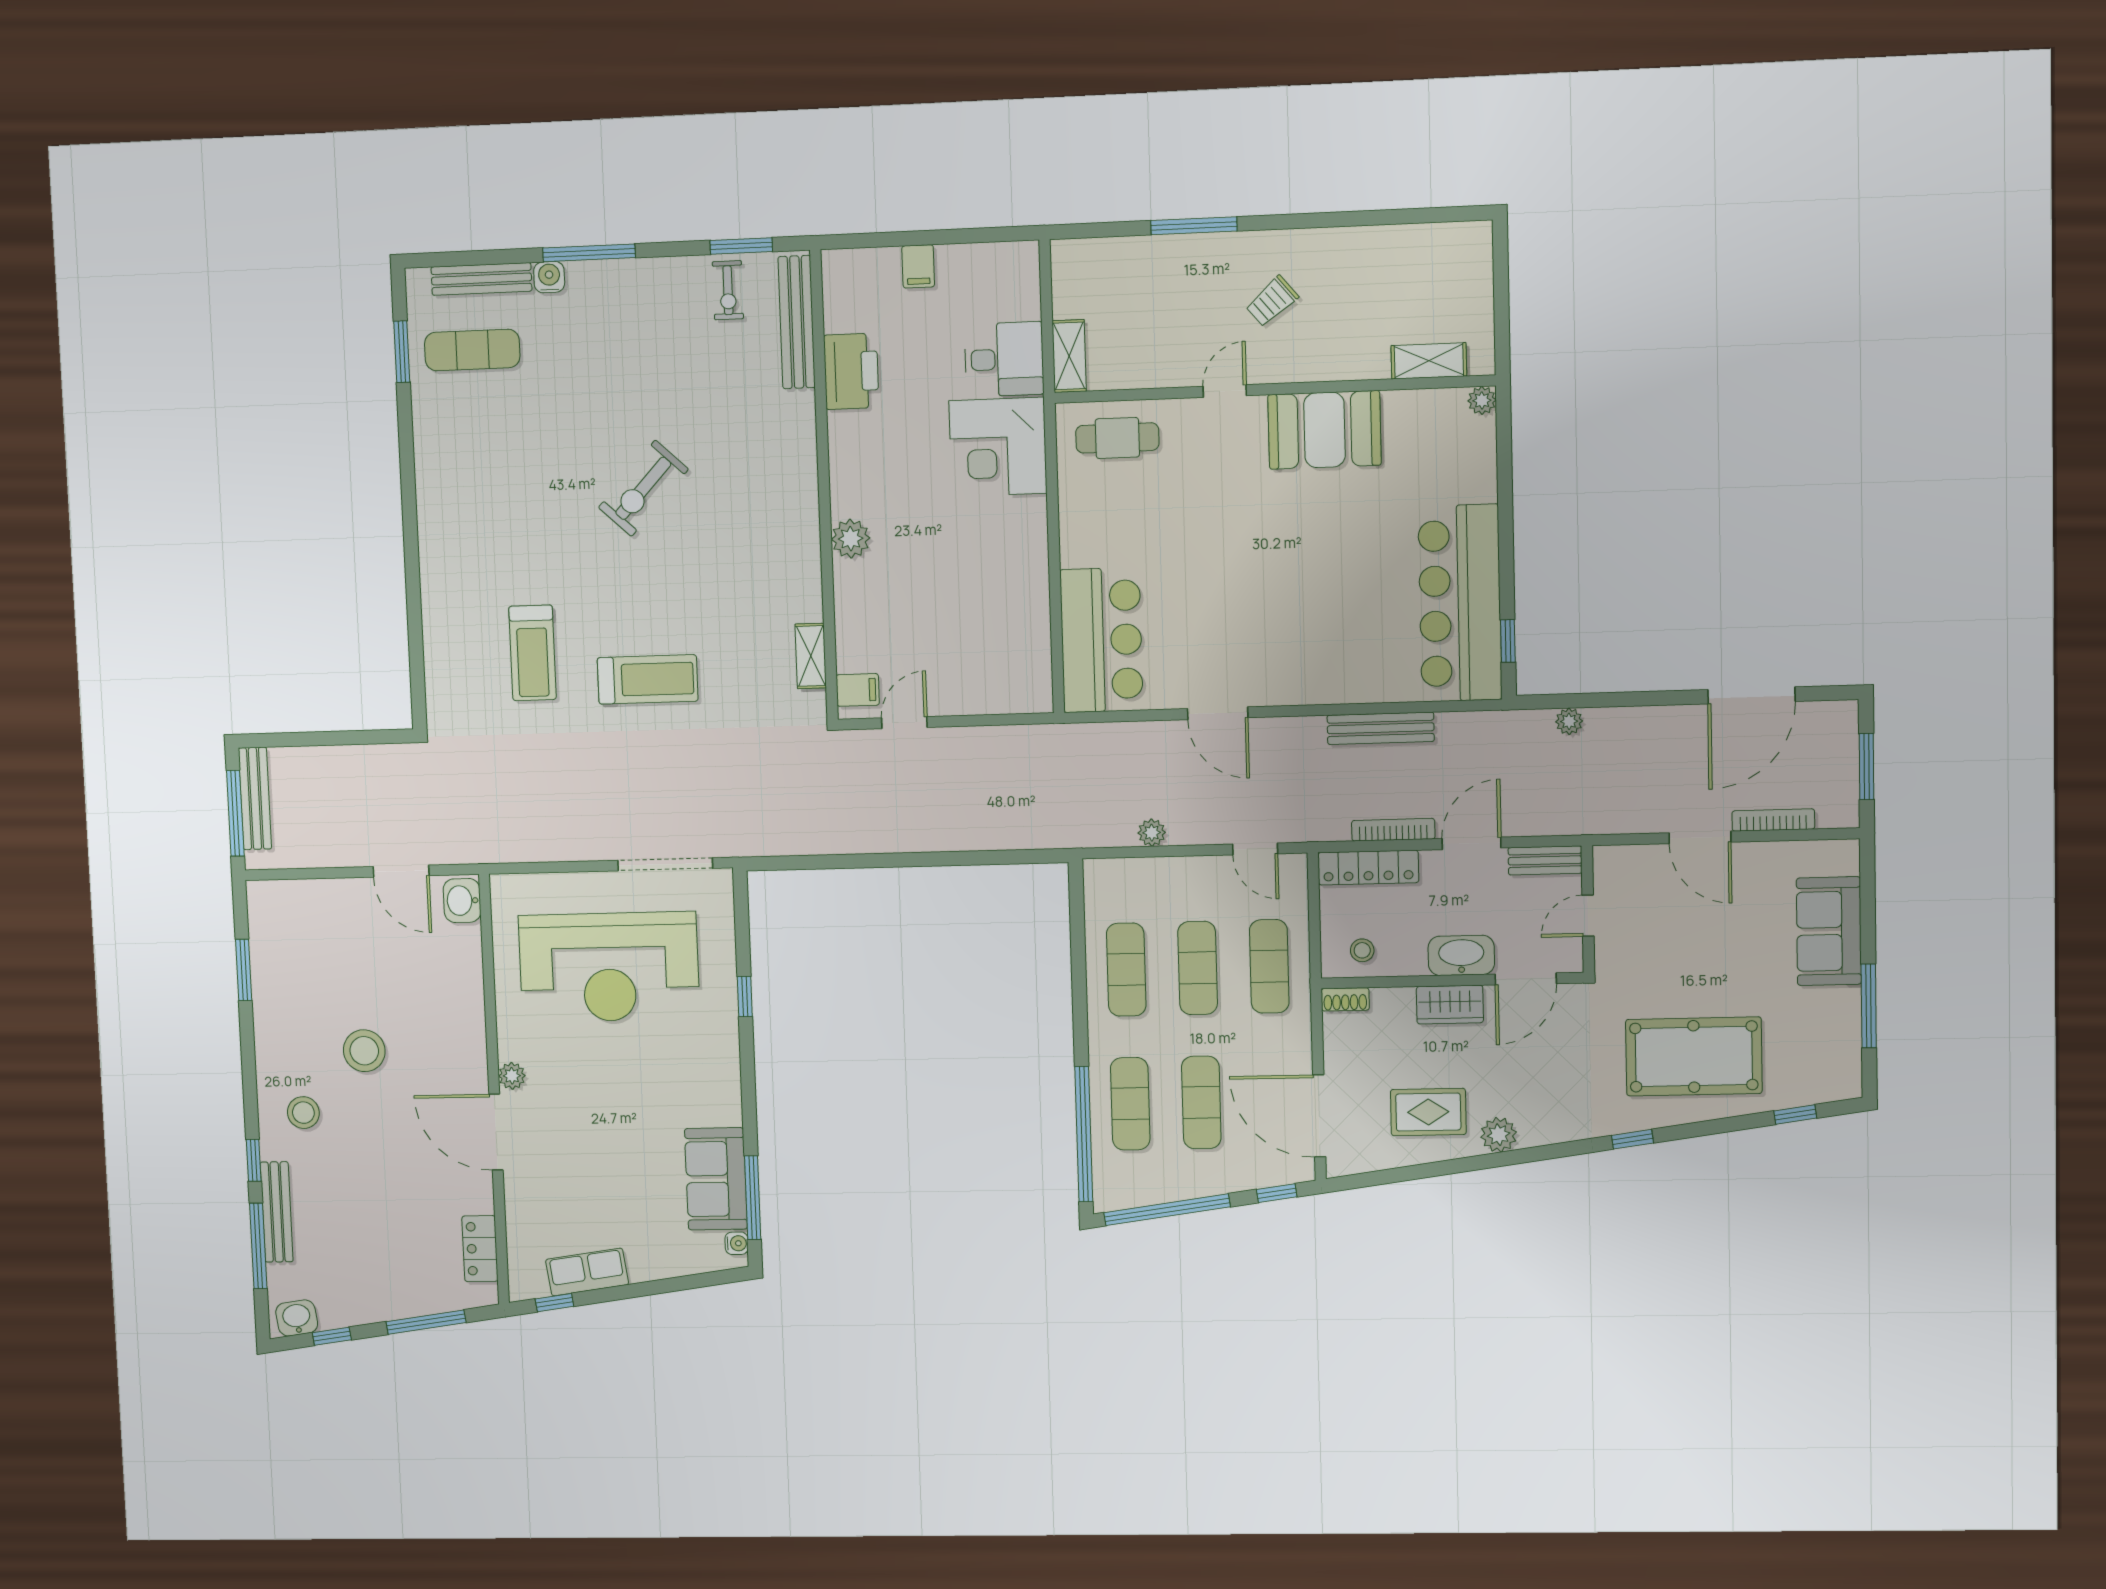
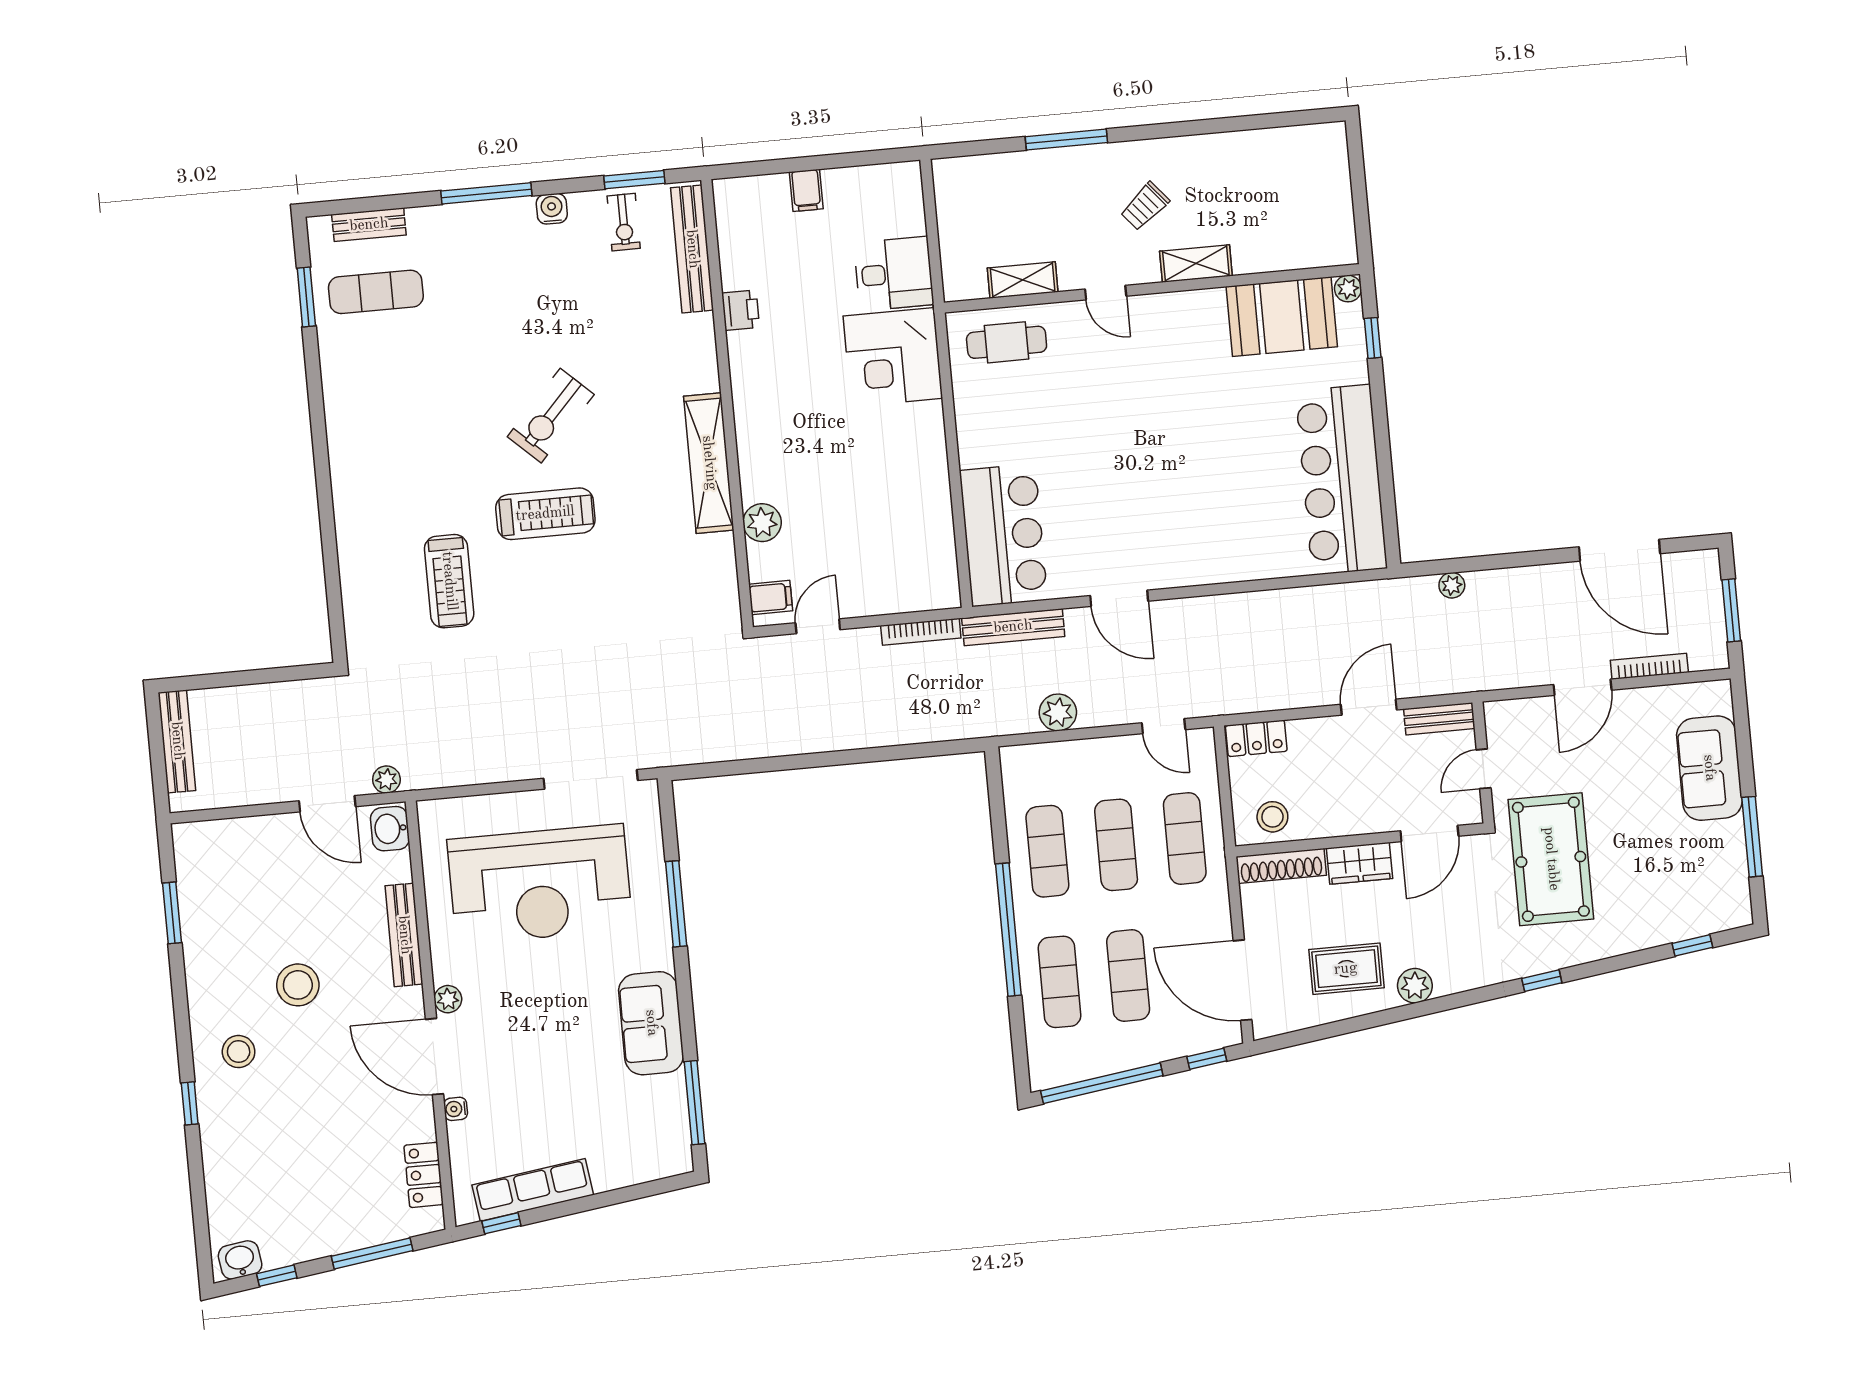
water cooler: (549, 277) -> (552, 209), moved
bench: (481, 279) -> (369, 225), width x0.73
shelving: (1069, 356) -> (1023, 280), moved, turned 90
shelving: (1429, 361) -> (1196, 263), moved
printer: (851, 371) -> (741, 310), width x0.53, depth x0.68
door: (1225, 391) -> (1106, 293), swing flipped
booth: (1324, 430) -> (1282, 317), moved
plant: (851, 539) -> (762, 523), moved
window: (1508, 641) -> (1373, 338), moved
shelving: (811, 656) -> (709, 463), moved, width x2.20, depth x1.33
treadmill: (648, 679) -> (545, 514), moved
door: (1751, 695) -> (1619, 550), hinge flipped
bench: (1381, 728) -> (1013, 627), moved
window: (235, 813) -> (158, 757), removed
bookcase: (1393, 830) -> (921, 632), moved, turned 180
plant: (1152, 833) -> (1058, 712), width x1.38, depth x1.38
door: (1700, 837) -> (1582, 687), hinge flipped
plant: (461, 851) -> (386, 780), added
locker: (1368, 868) -> (1256, 738), width x0.66
stool: (1362, 950) -> (1272, 817), width x1.37, depth x1.37
washbasin: (1461, 955) -> (1367, 815), removed
window: (745, 996) -> (676, 904), width x2.17
shoe rack: (1345, 999) -> (1281, 866), width x1.94, depth x1.24
pool table: (1694, 1056) -> (1551, 859), moved, turned 90
window: (1084, 1134) -> (1008, 930), moved
sofa: (716, 1179) -> (651, 1023), moved
bench: (277, 1212) -> (404, 935), moved
water cooler: (737, 1243) -> (456, 1109), moved, turned 180
window: (258, 1246) -> (198, 1190), removed
row of seats: (587, 1272) -> (533, 1190), width x1.48

